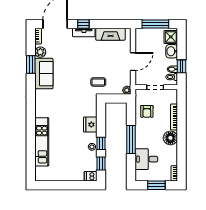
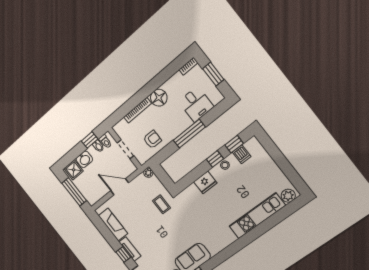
plant: (40, 172) -> (288, 196), added
dishwasher: (91, 176) -> (242, 154), moved

